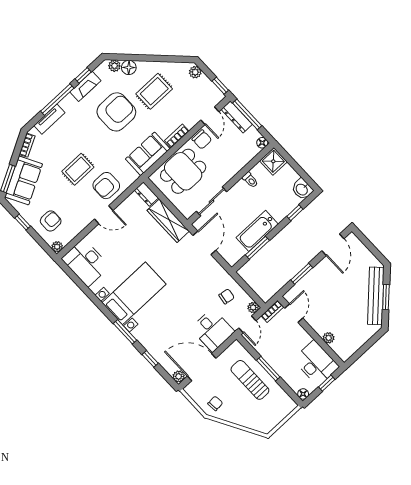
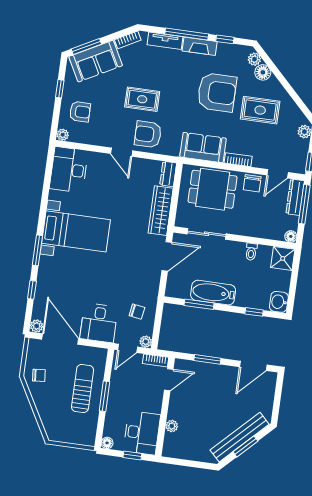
fireplace: (85, 86) -> (200, 46), moved

